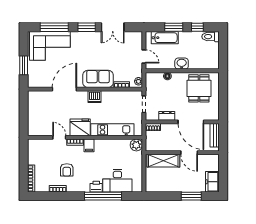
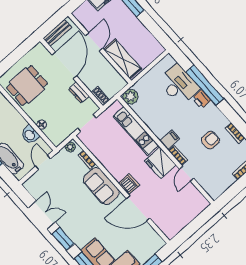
washbasin: (182, 64) -> (30, 135), moved
dishwasher: (95, 97) -> (129, 184), moved

